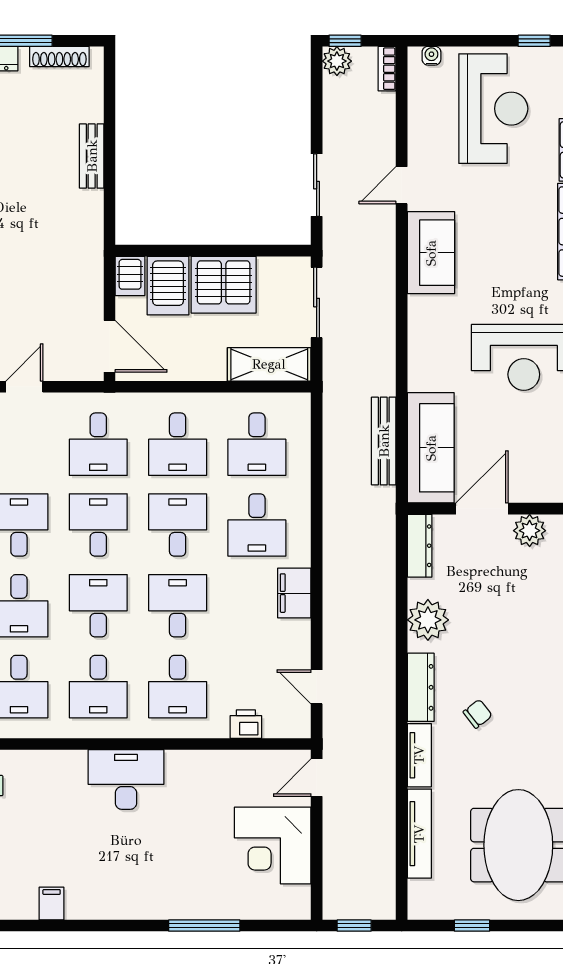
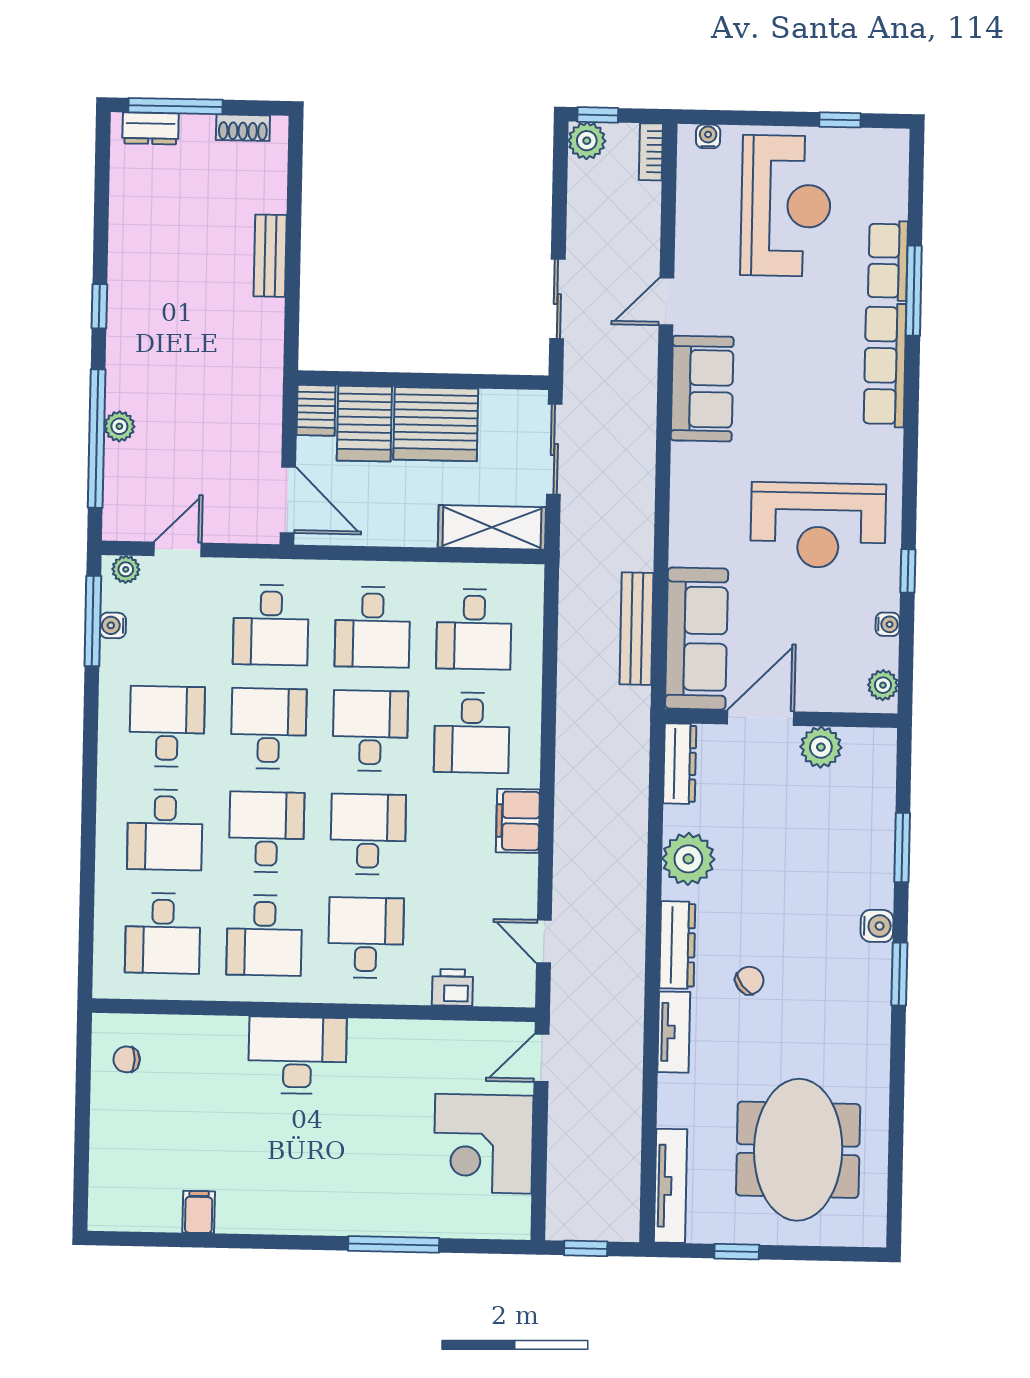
shoe rack: (59, 57) -> (243, 128), width x0.70
desk: (178, 687) -> (366, 938), turned 180
tv unit: (419, 834) -> (671, 1186), moved

